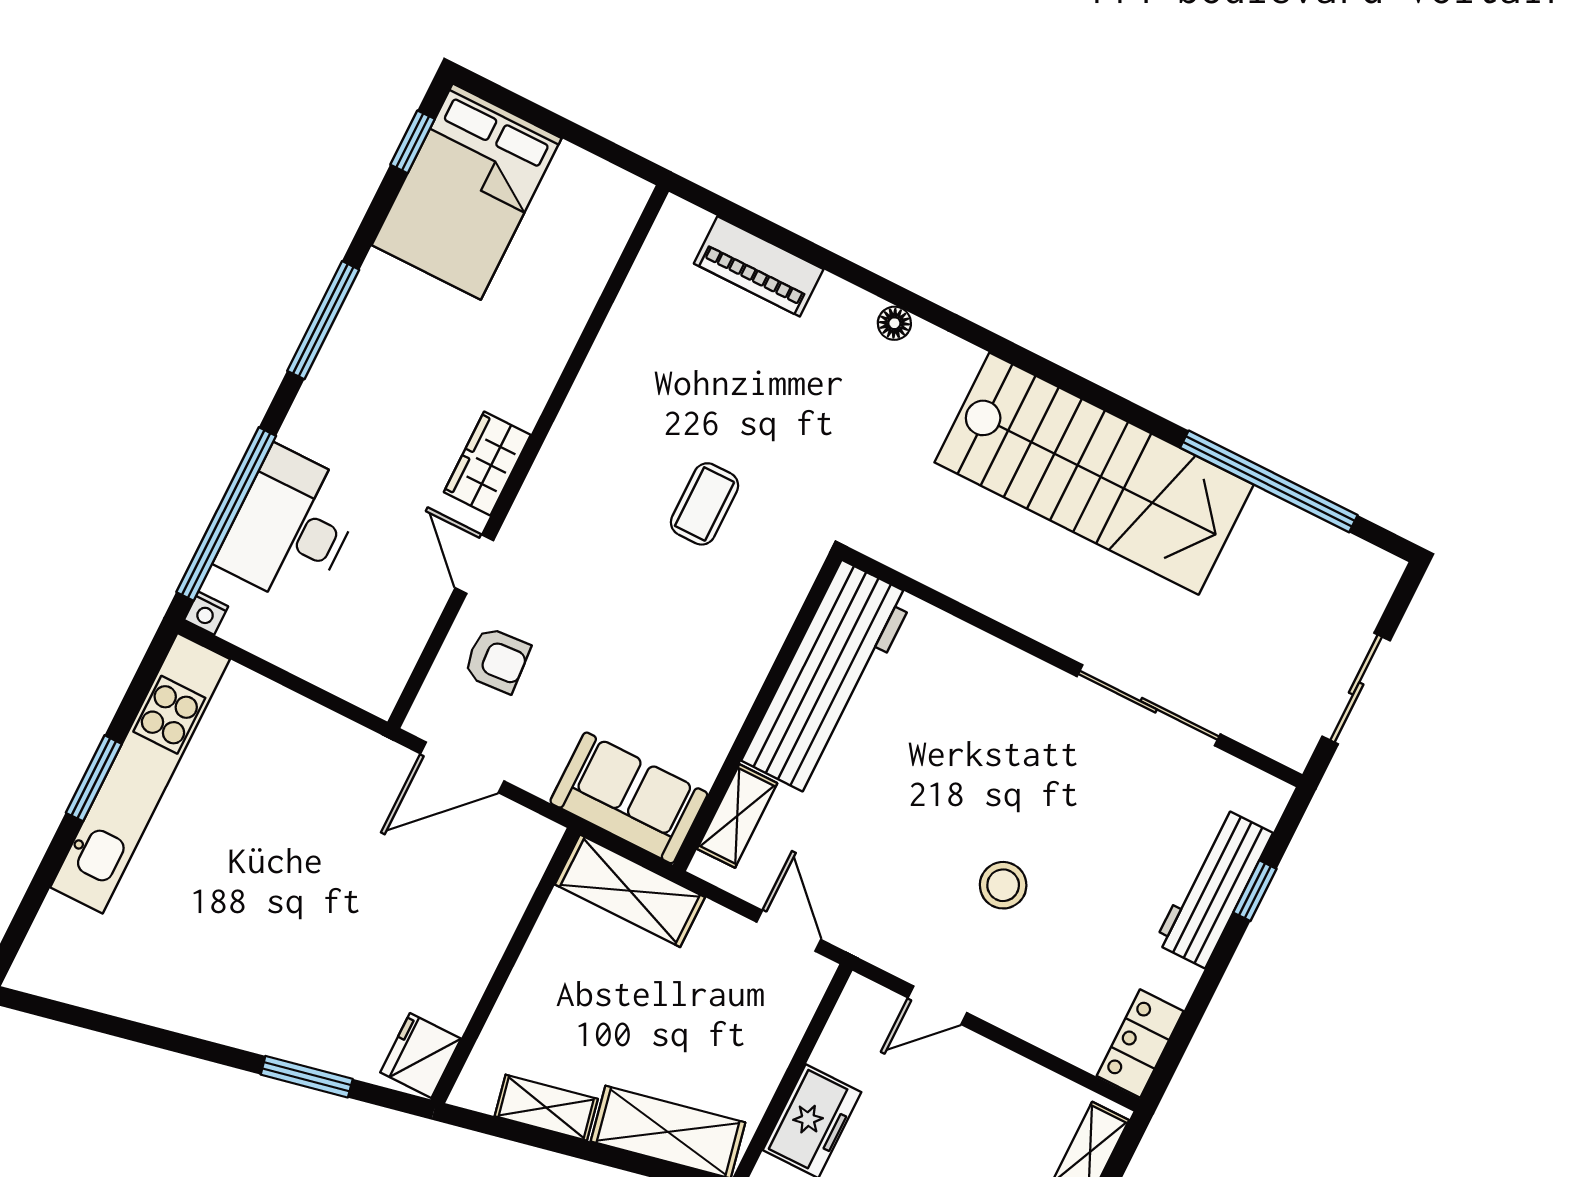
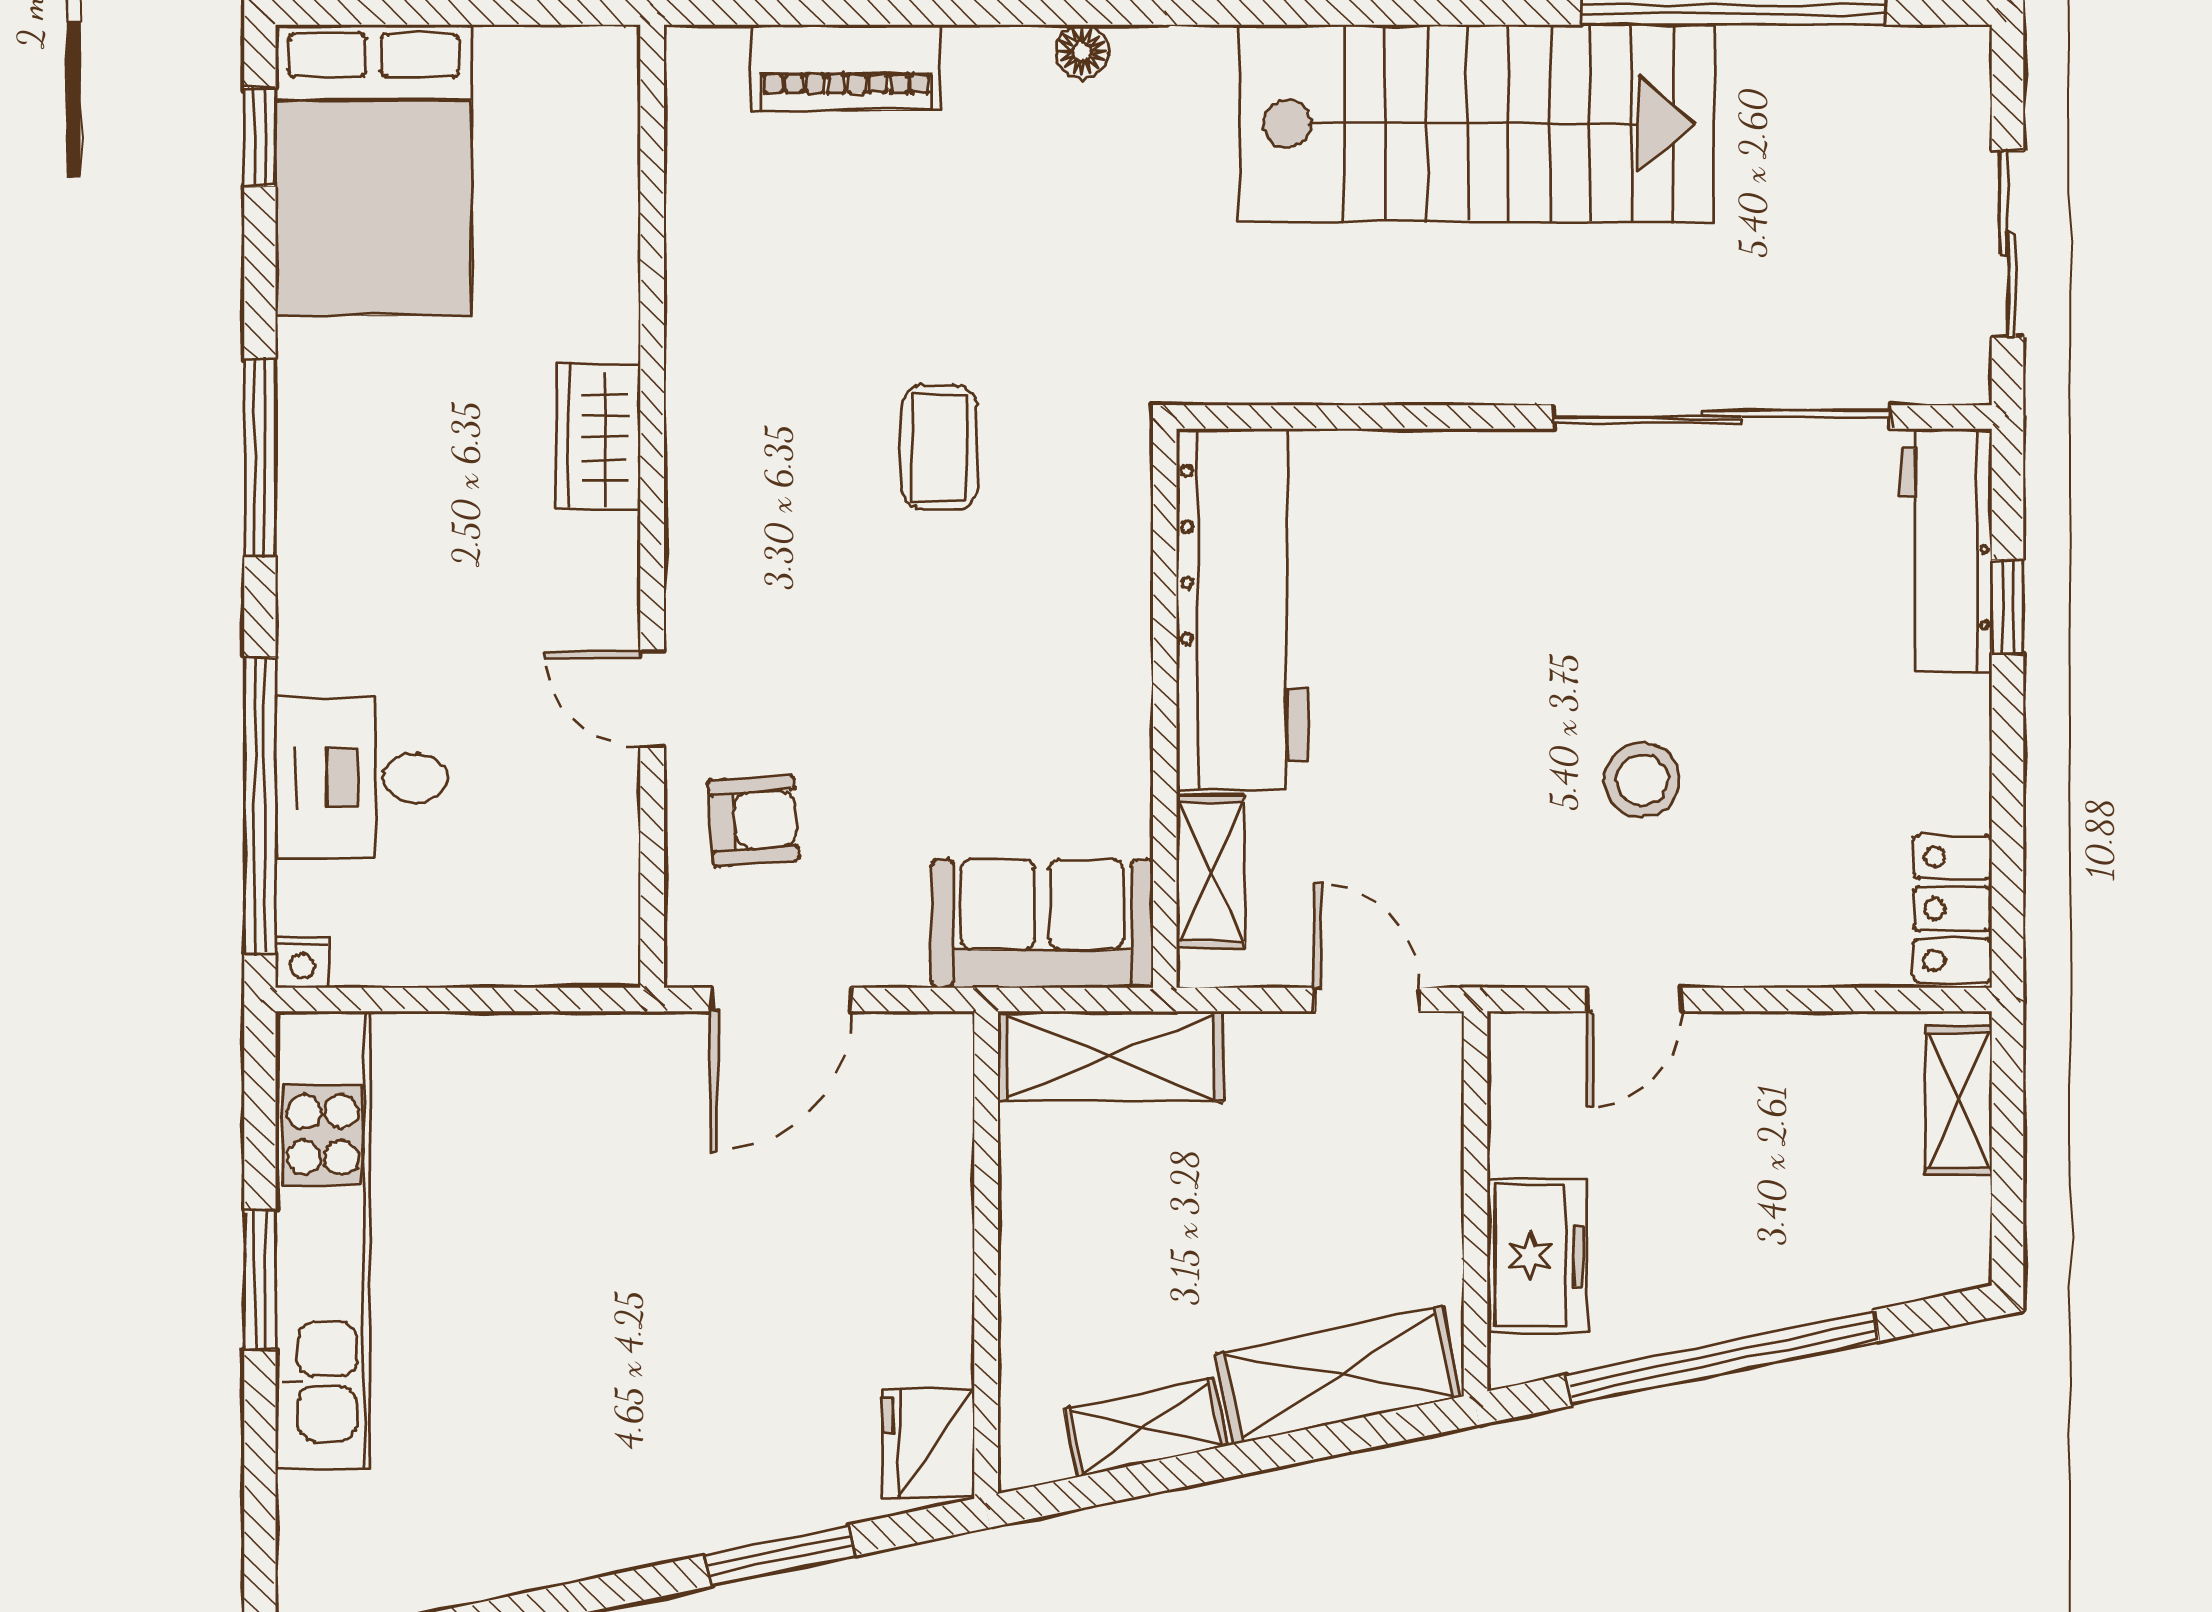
wardrobe: (487, 464) -> (598, 437), moved
desk: (291, 527) -> (362, 778), width x0.73
sliding door: (1149, 705) -> (1722, 417), width x1.36
workbench: (1214, 888) -> (1946, 551), moved

